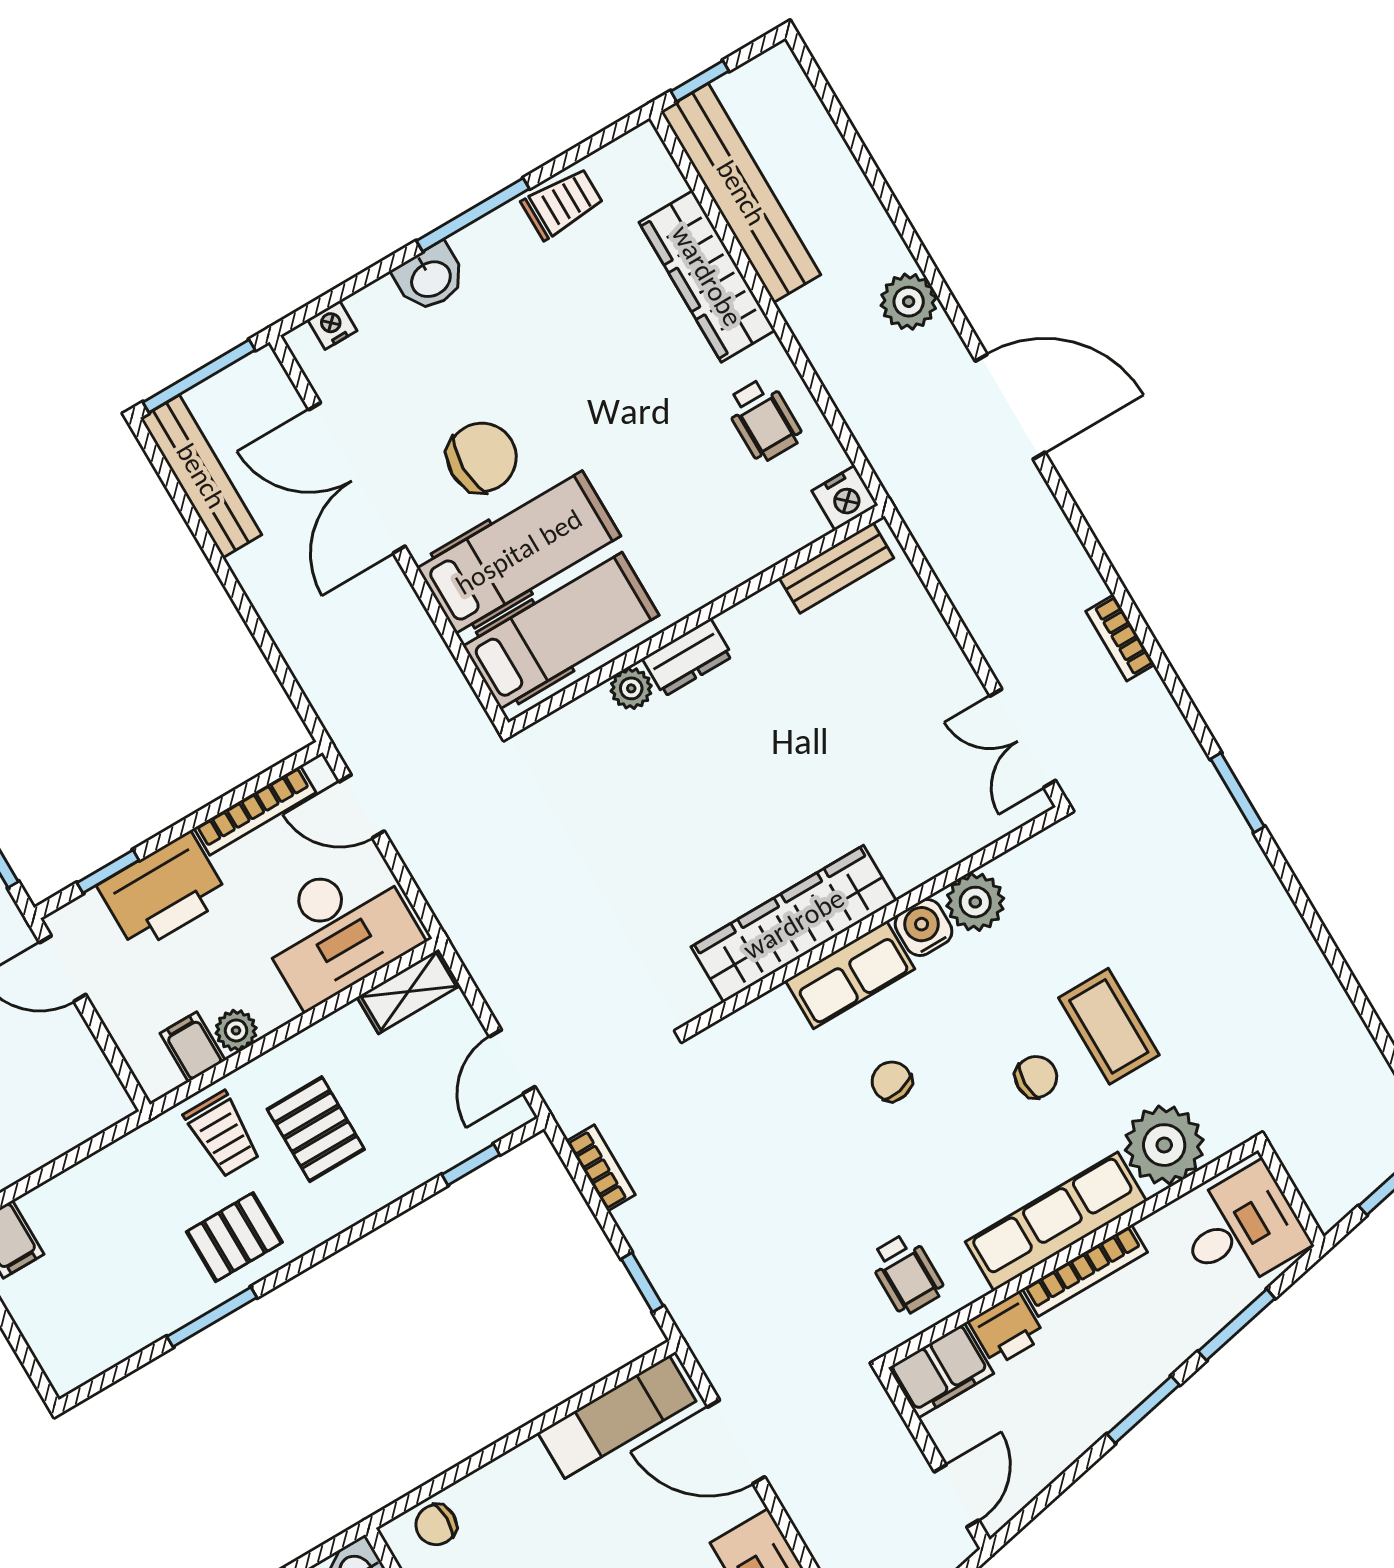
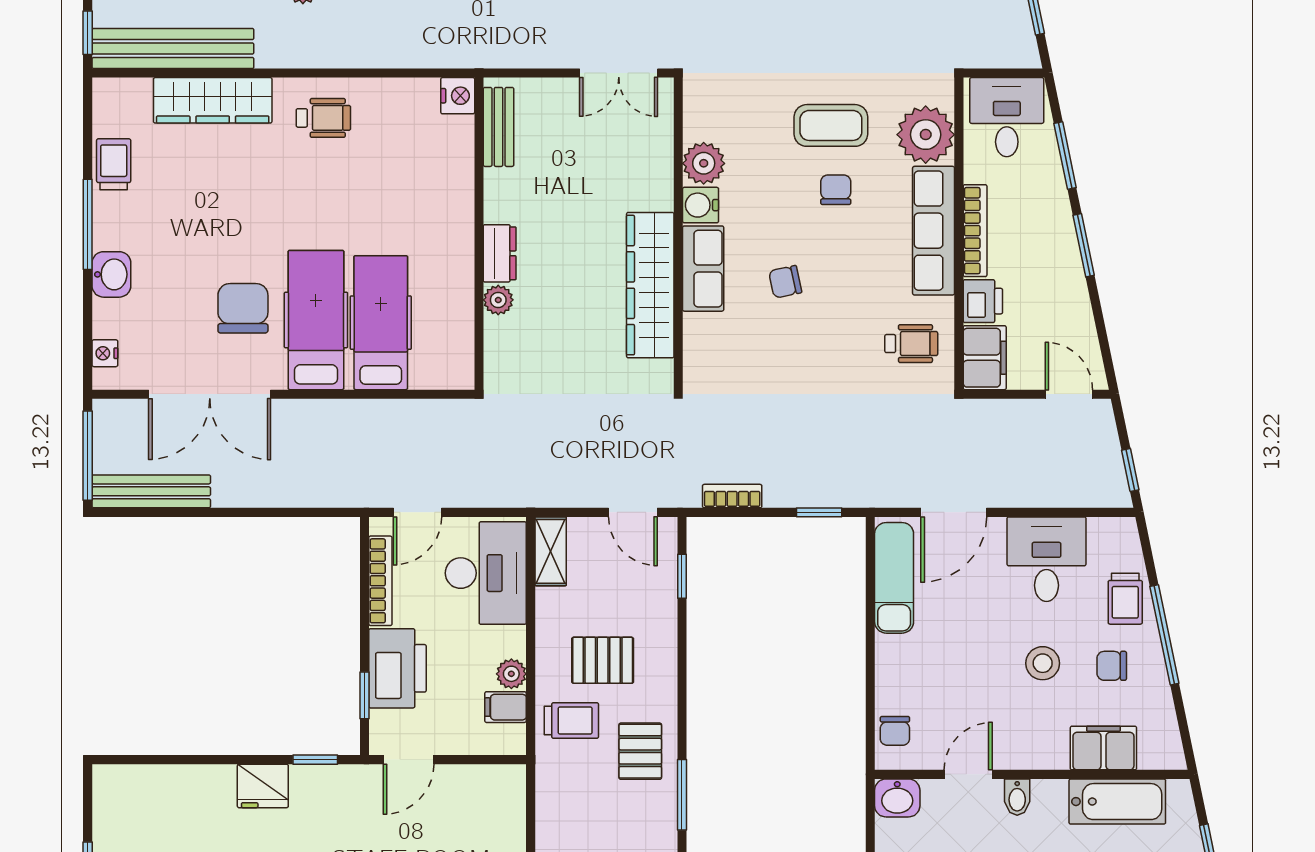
nightstand: (845, 498) -> (458, 96), moved
bench: (836, 568) -> (498, 127), moved
wall: (696, 619) -> (479, 234), moved
dresser: (687, 657) -> (500, 253), moved
plant: (631, 688) -> (498, 300), moved

